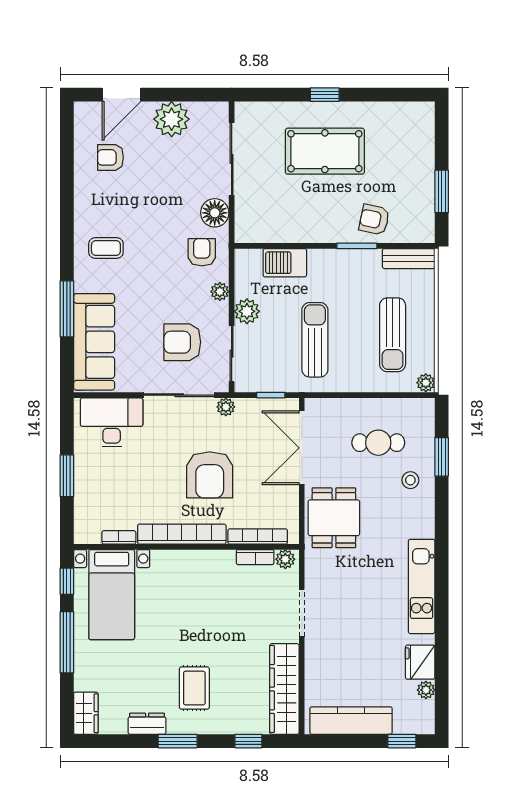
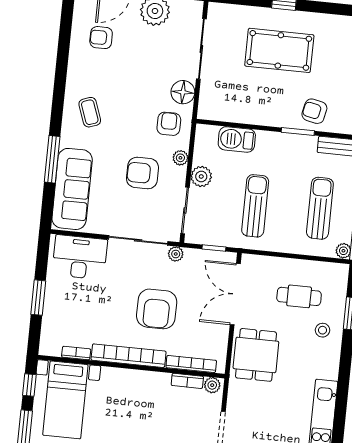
coffee table: (106, 248) -> (90, 112), turned 70
sun lounger: (393, 335) -> (320, 208), turned 180
armchair: (182, 342) -> (142, 173), moved

